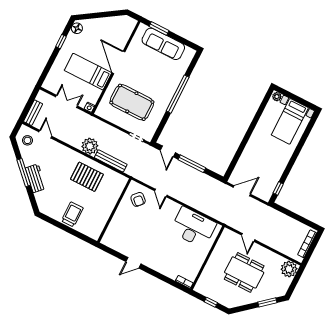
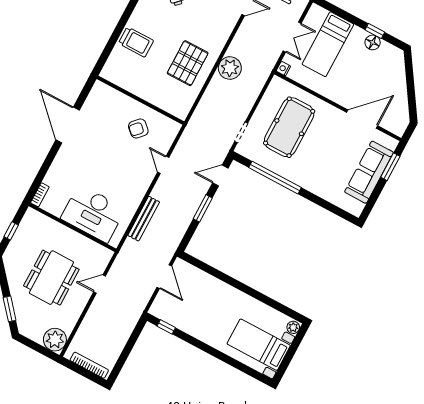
floor lamp: (77, 28) -> (373, 42), moved
door: (118, 62) -> (362, 119), moved
bed: (88, 72) -> (328, 44), moved, turned 180
window: (178, 94) -> (275, 178), moved
bench: (111, 161) -> (144, 219), moved
window: (192, 164) -> (203, 208), width x0.69
door: (161, 193) -> (163, 165), hinge flipped
armchair: (138, 199) -> (138, 129), moved
desk: (193, 227) -> (93, 214), moved, turned 90
door: (133, 263) -> (68, 125), width x1.87

